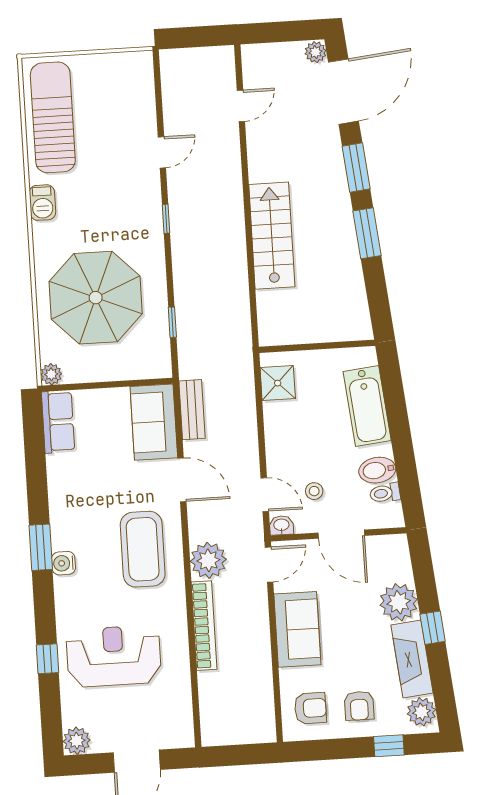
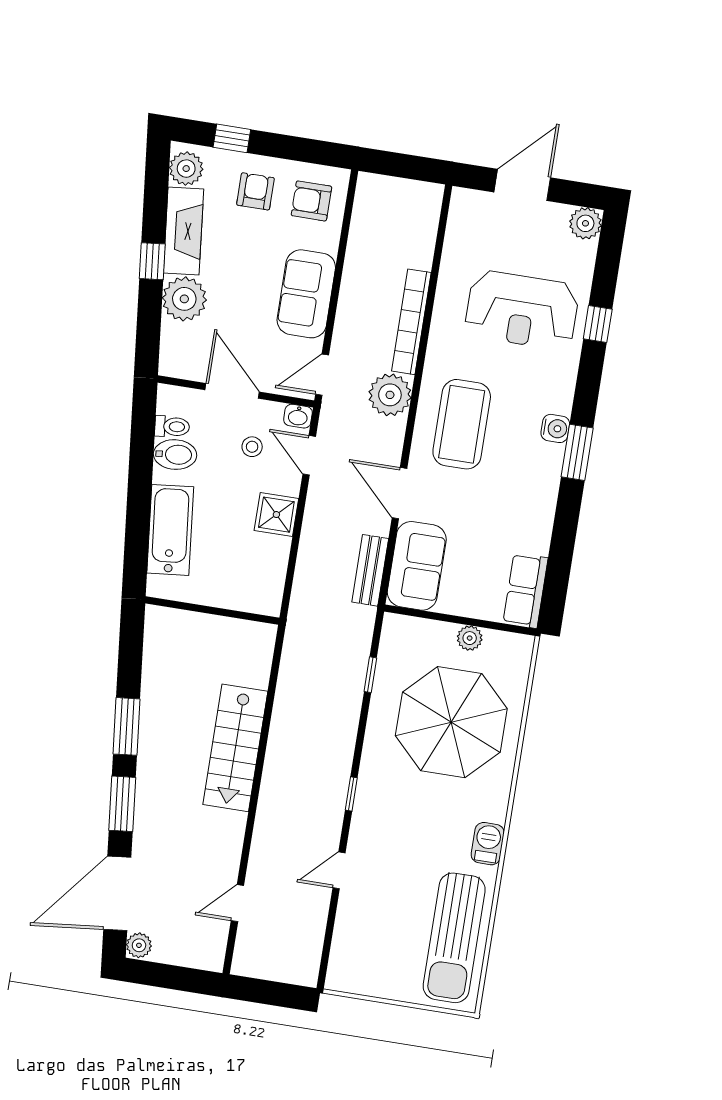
plant: (51, 374) -> (470, 638), moved
shower: (278, 383) -> (276, 515), moved

